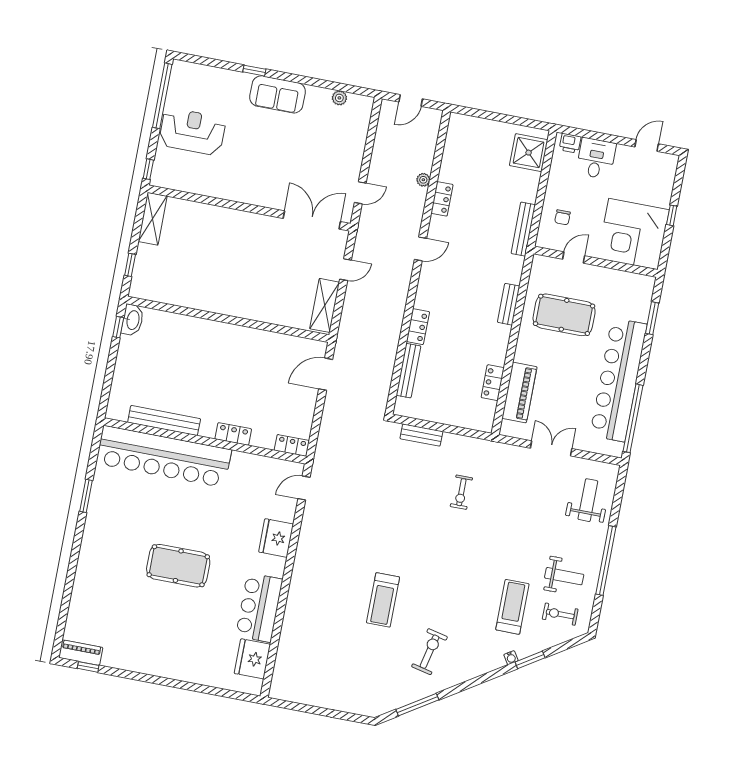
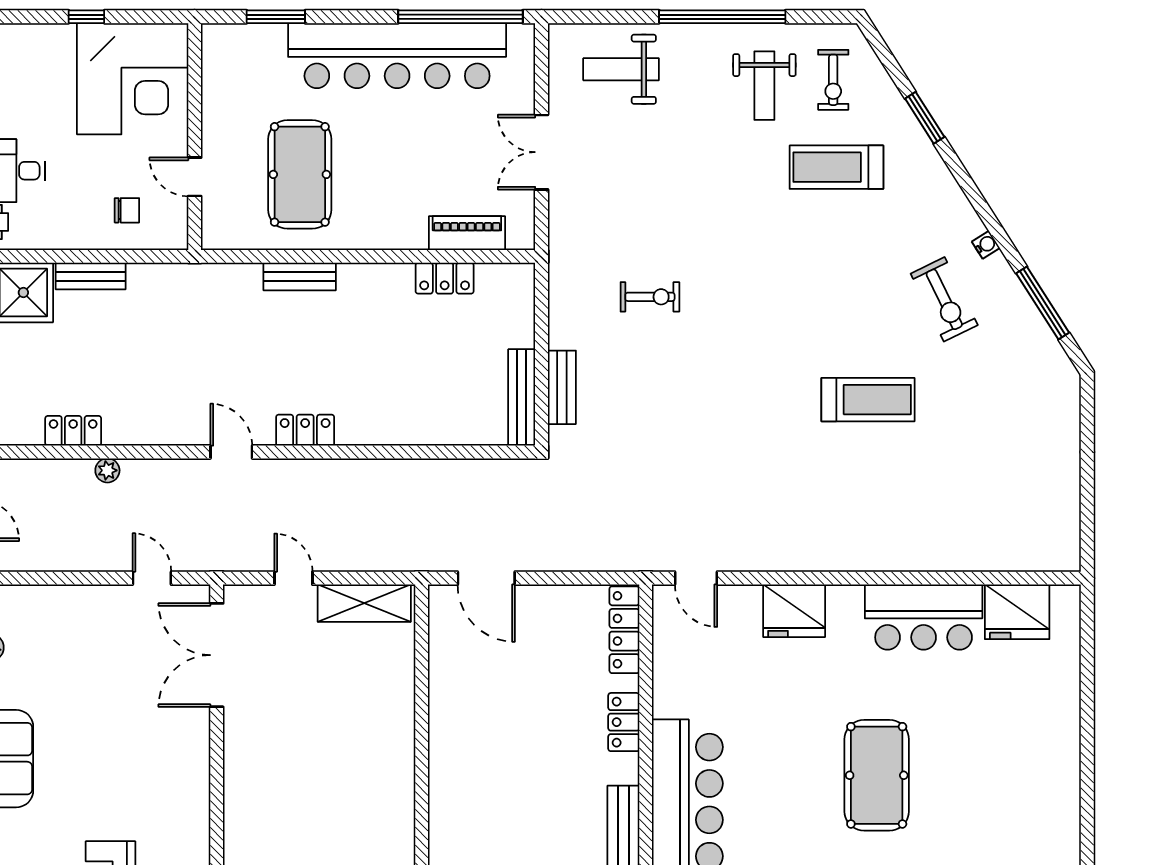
locker: (442, 199) -> (73, 431), moved
bench: (523, 229) -> (91, 276), moved, width x0.73
locker: (418, 327) -> (305, 430), moved
bench: (408, 371) -> (522, 397), moved, turned 90
piano: (519, 392) -> (467, 233), width x0.73, depth x0.75
locker: (292, 445) -> (624, 630), width x1.53
weight bench: (564, 576) -> (764, 86), turned 180
exercise bike: (430, 652) -> (944, 299), turned -129
water cooler: (511, 658) -> (986, 245), moved

